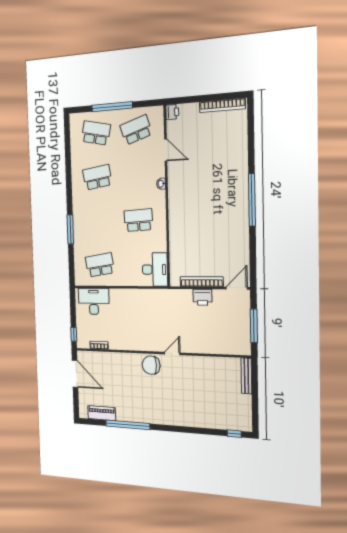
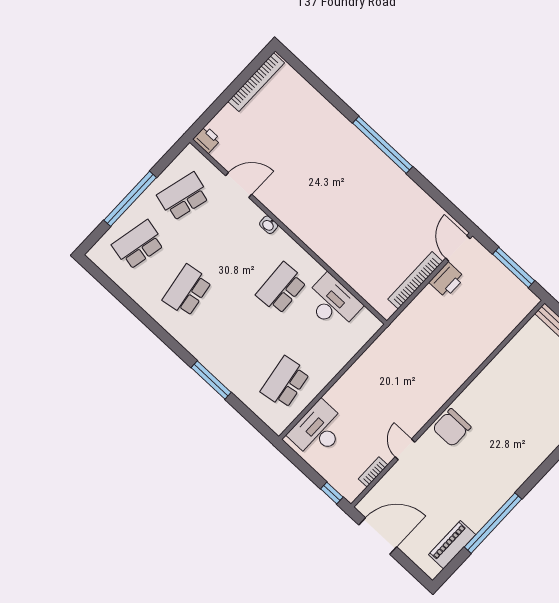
school desk: (136, 130) -> (183, 197), turned 33
desk: (155, 270) -> (333, 303), moved
printer: (202, 297) -> (447, 280), moved
door: (172, 353) -> (405, 449), moved

